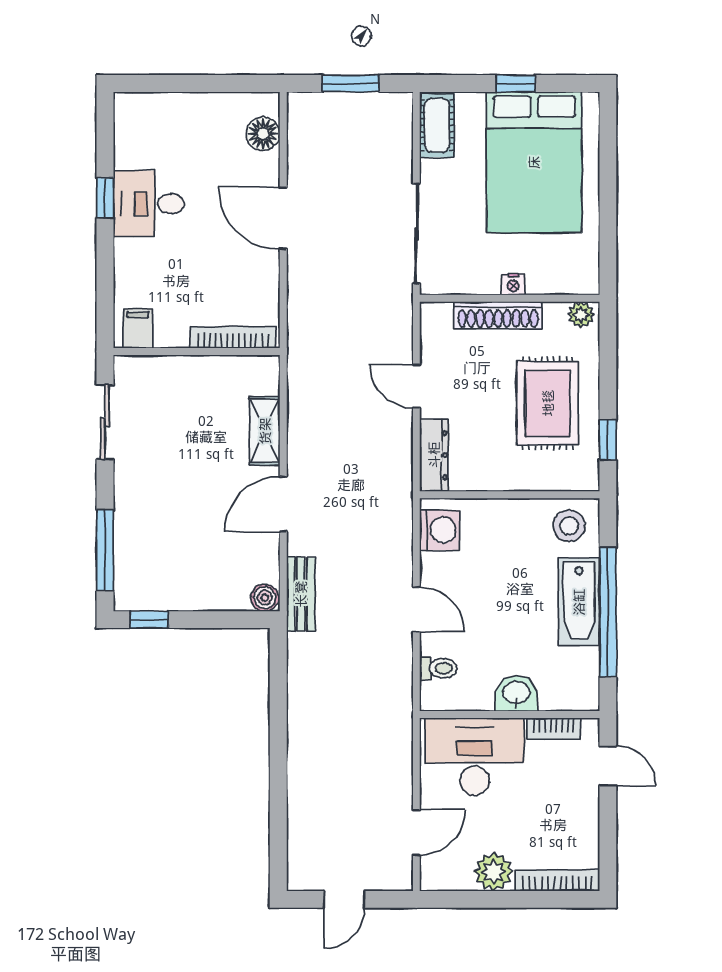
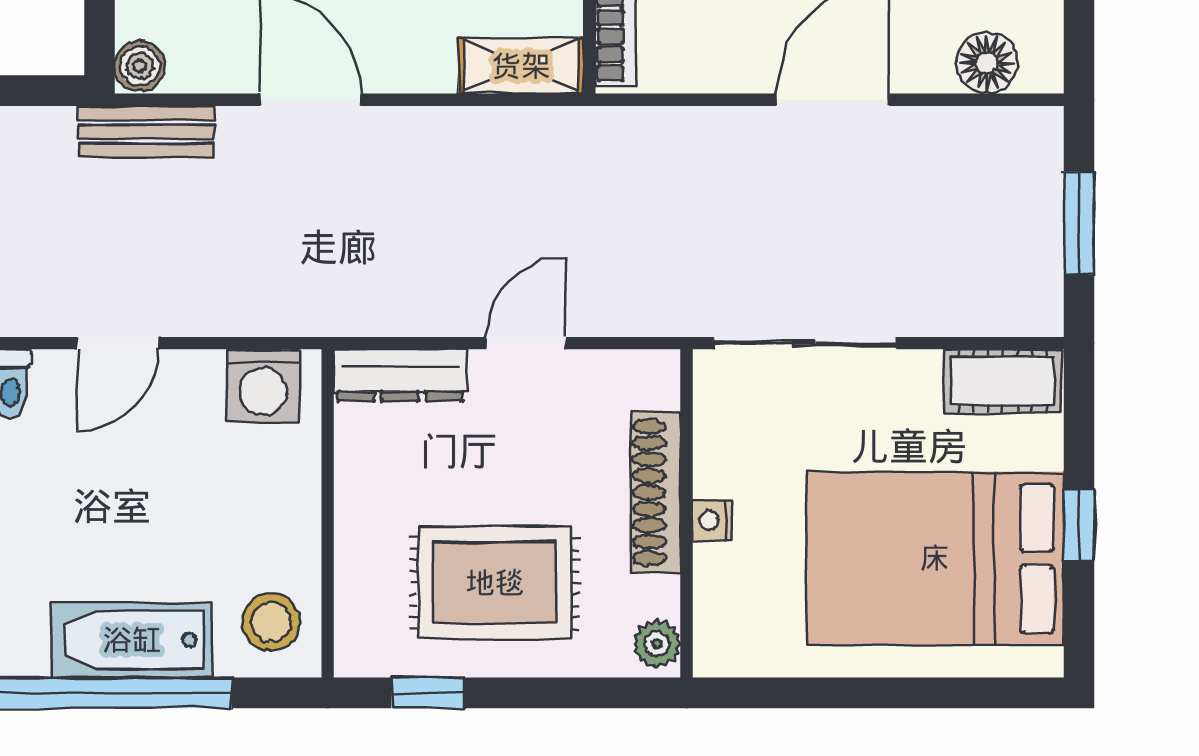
shelving: (265, 431) -> (521, 66), moved

